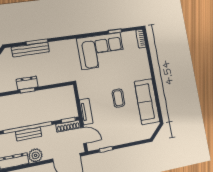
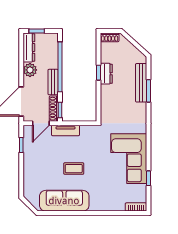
bench: (29, 134) -> (53, 82), moved

